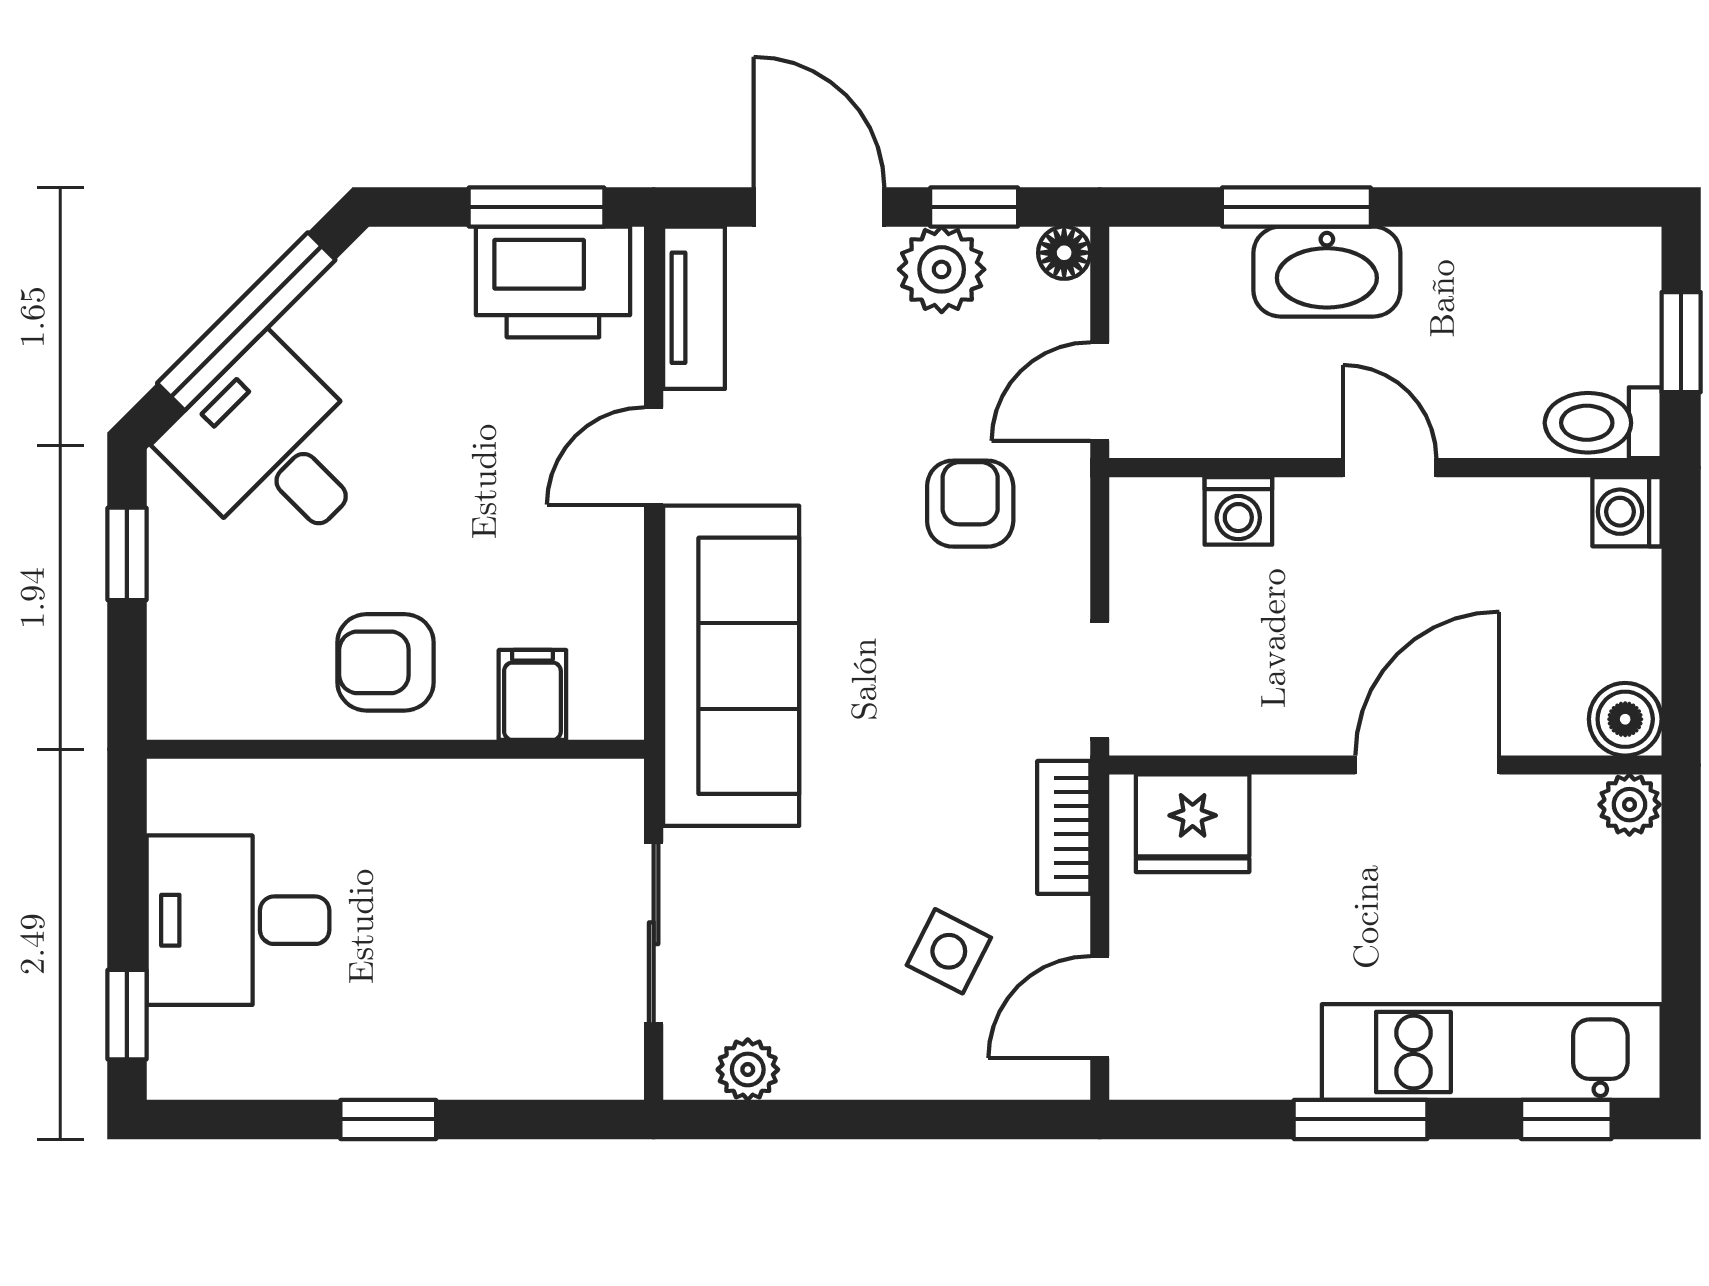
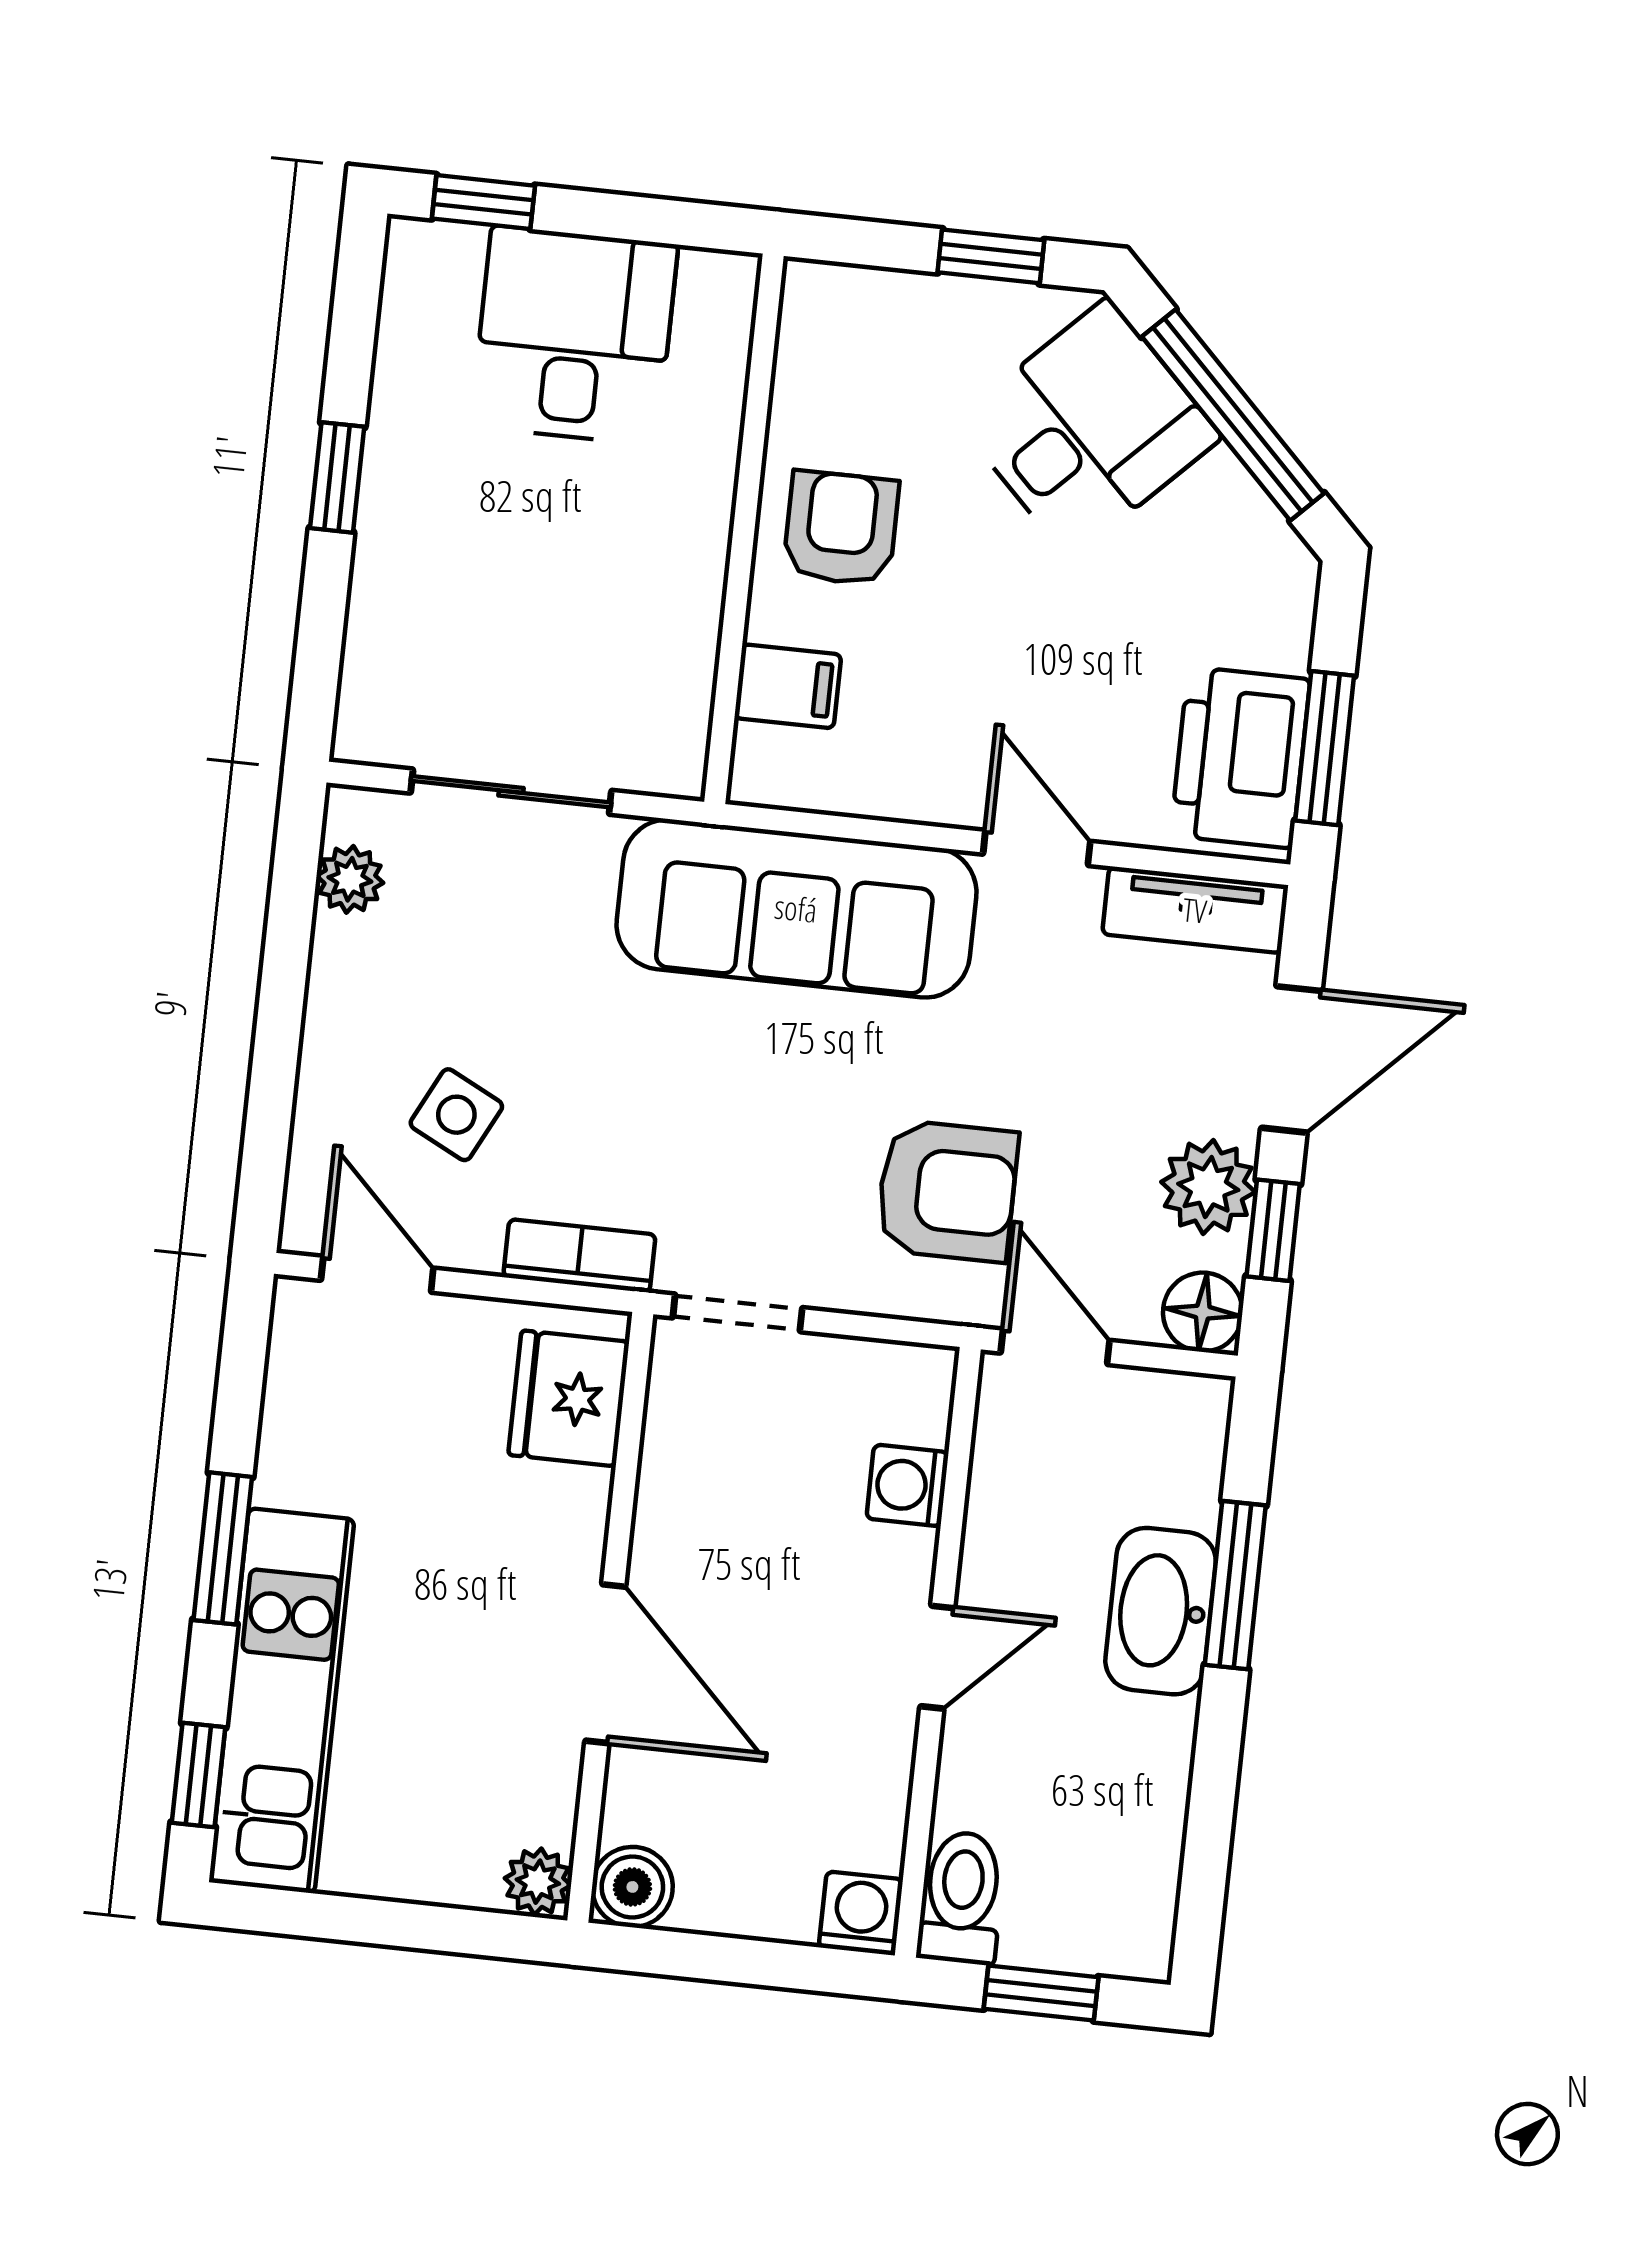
floor lamp: (1064, 253) -> (1203, 1312), width x1.37, depth x1.37
armchair: (970, 504) -> (947, 1191), width x1.38, depth x1.38

